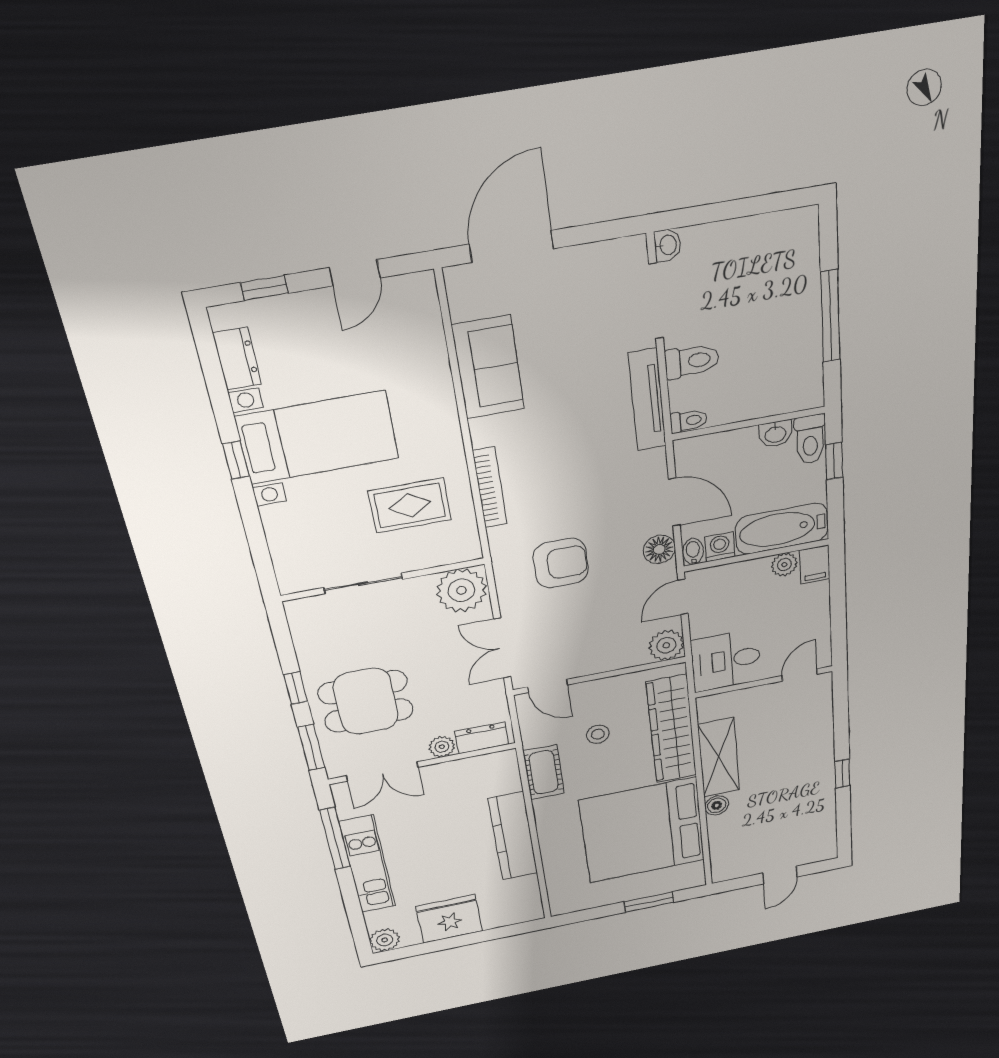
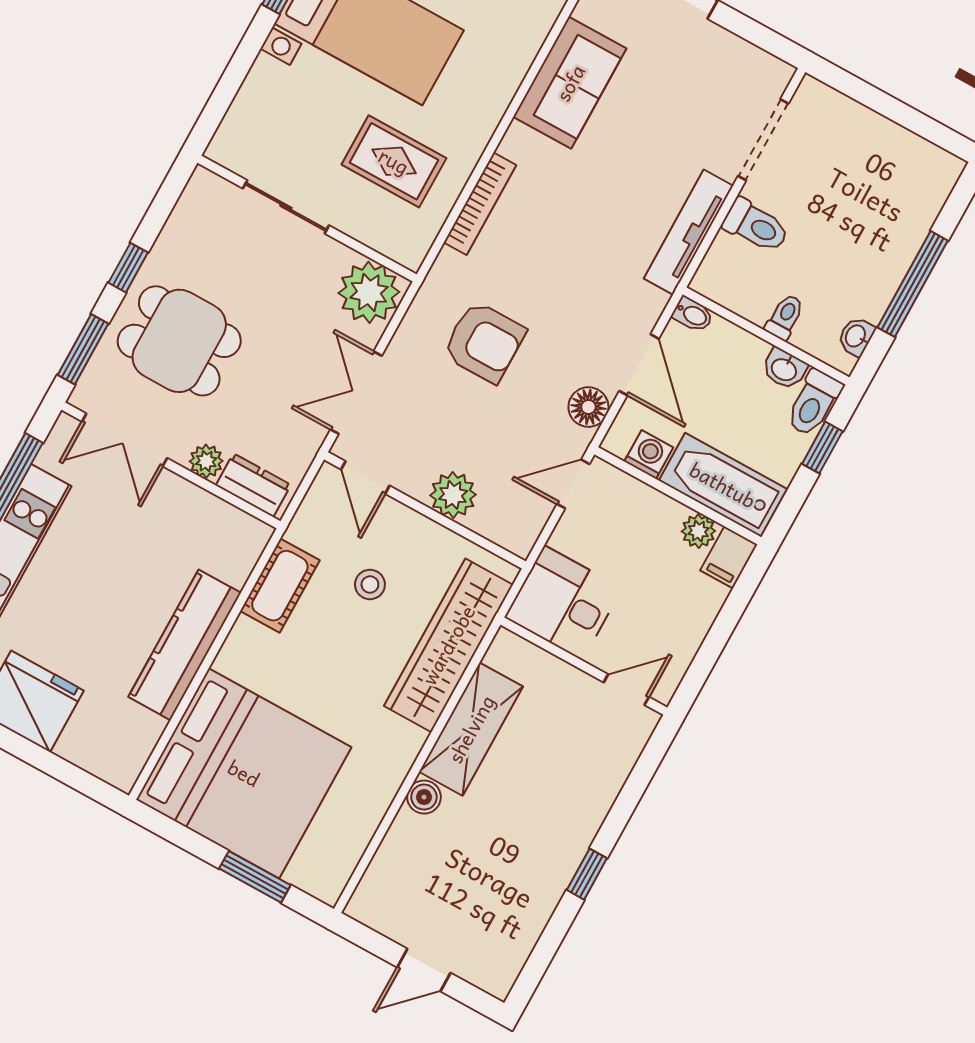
washbasin: (667, 245) -> (856, 336), moved, turned 180
toilet: (689, 421) -> (785, 317), moved, turned -90
bidet: (693, 551) -> (693, 314), moved, turned 90
plant: (666, 645) -> (453, 495), moved
bed: (643, 830) -> (244, 773), moved, turned 180

